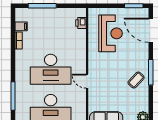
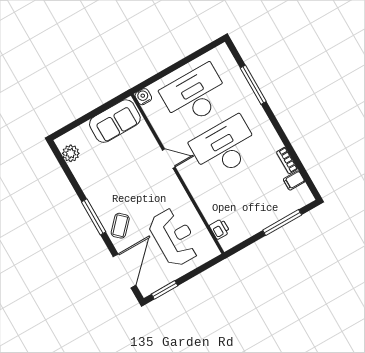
door: (151, 30) -> (125, 271), hinge flipped
reception desk: (110, 33) -> (174, 237), turned 180
coffee table: (136, 80) -> (120, 226), moved

